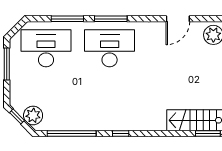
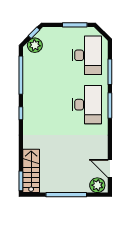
door: (178, 19) -> (110, 169), moved

